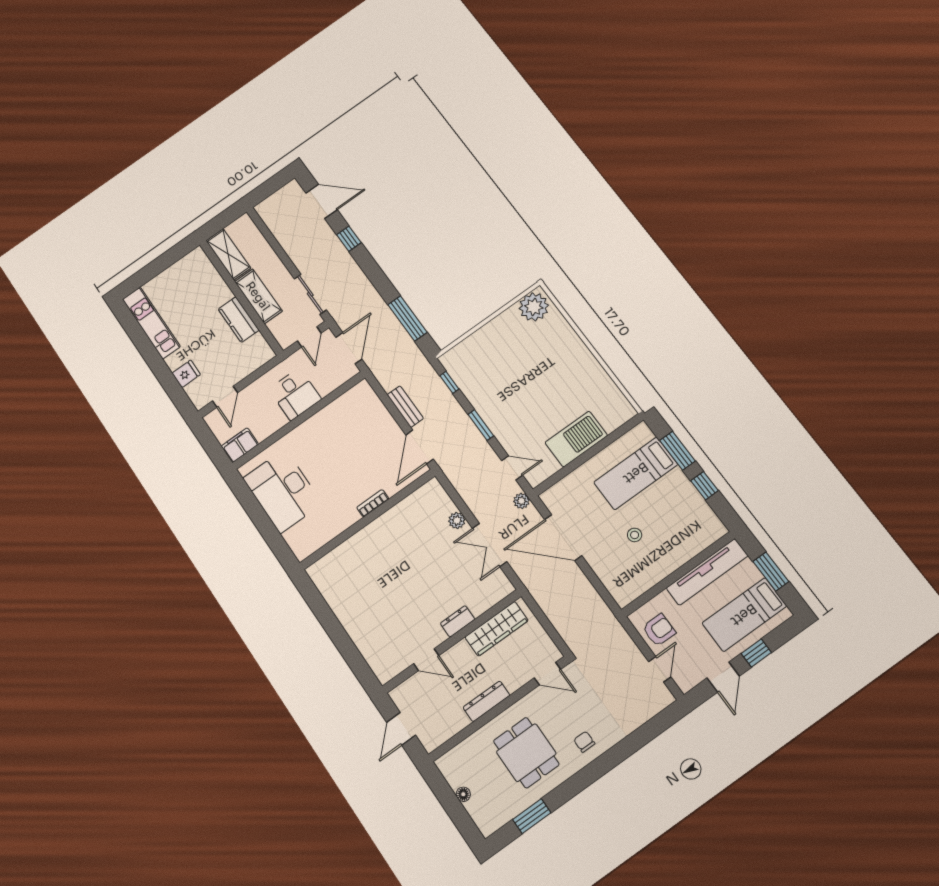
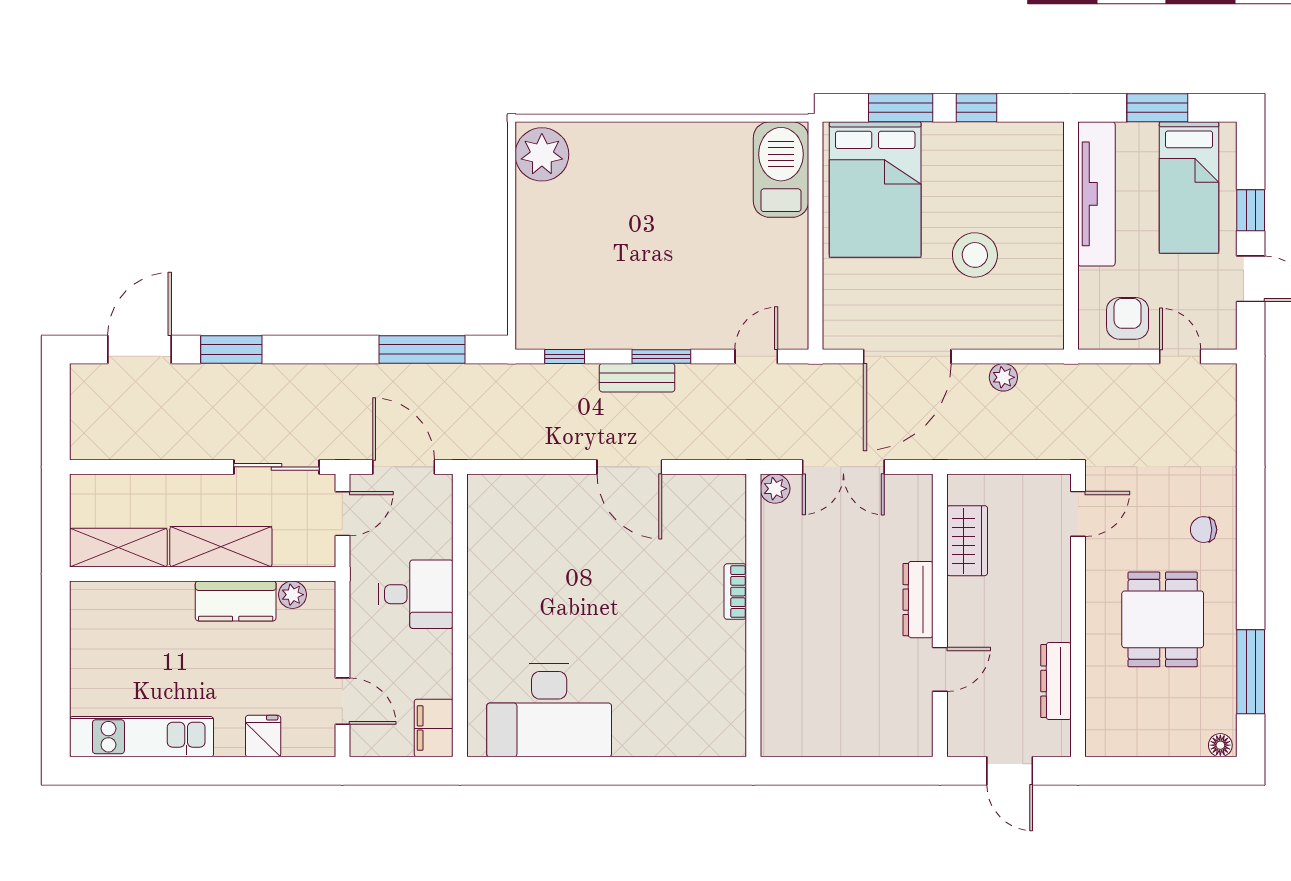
window: (349, 239) -> (231, 350), width x1.50
door: (309, 337) -> (342, 514), hinge flipped
plant: (258, 341) -> (292, 595), added
bench: (405, 407) -> (637, 378), moved
barbecue: (576, 439) -> (781, 170), moved
bed: (636, 473) -> (875, 189), width x1.50
plant: (521, 501) -> (1003, 377), moved
bookcase: (373, 503) -> (735, 592), moved
wall: (367, 519) -> (753, 615), moved
stool: (635, 535) -> (975, 255), width x1.89, depth x1.89
dresser: (458, 621) -> (918, 600), width x1.44
wardrobe: (497, 629) -> (967, 541), width x0.67
dresser: (486, 701) -> (1056, 681), moved
dining table: (526, 753) -> (1163, 619), turned 90
floor lamp: (463, 794) -> (1220, 745), moved
window: (532, 816) -> (1251, 672), width x1.44

